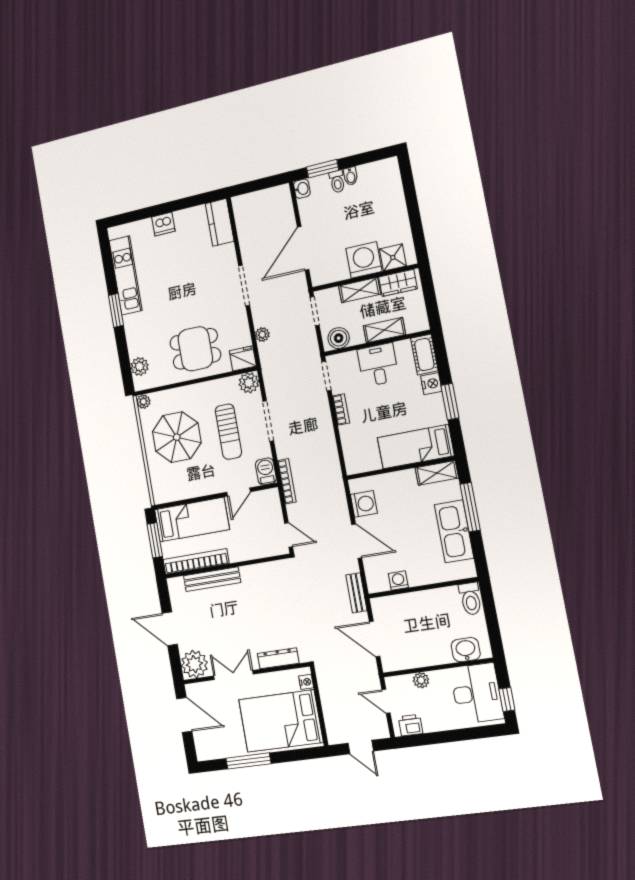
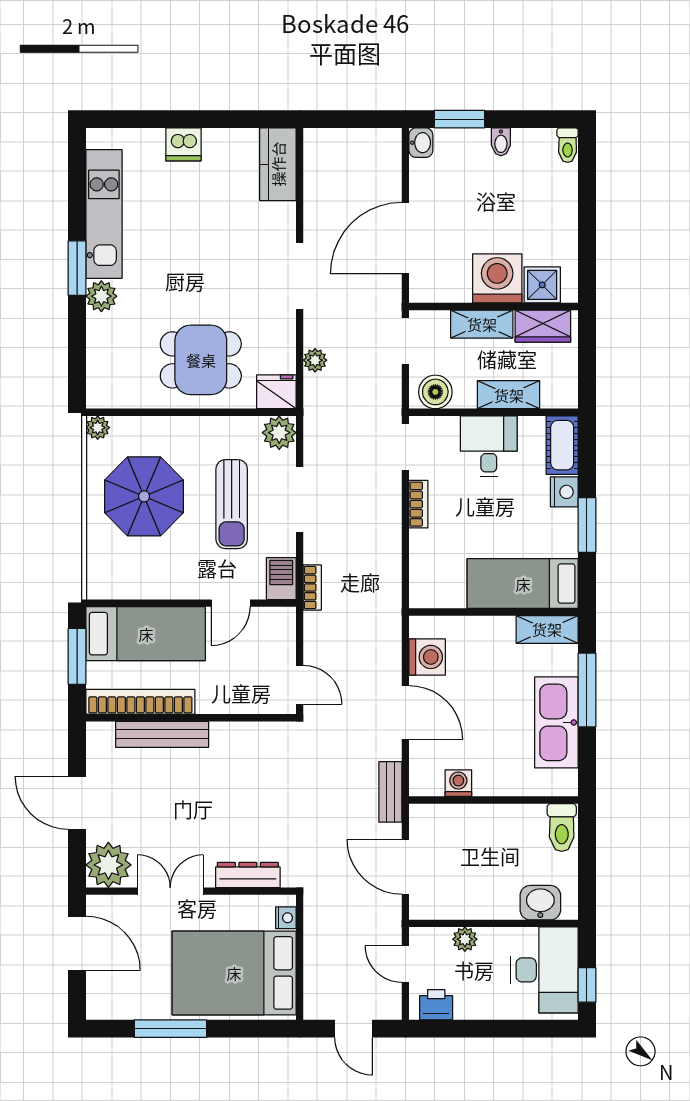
toilet: (337, 182) -> (568, 145), moved
plant: (140, 366) -> (101, 296), moved
bookcase: (287, 481) -> (312, 588), width x0.64

